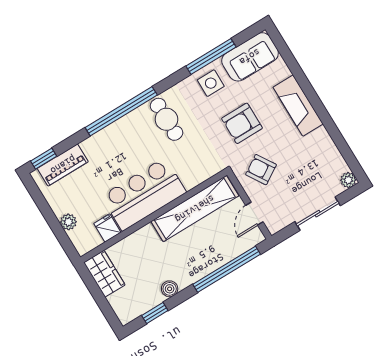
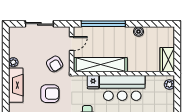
plant: (348, 180) -> (13, 62), moved
plant: (68, 222) -> (169, 84), moved
fridge: (107, 228) -> (93, 82), moved
window: (155, 313) -> (154, 24), removed

